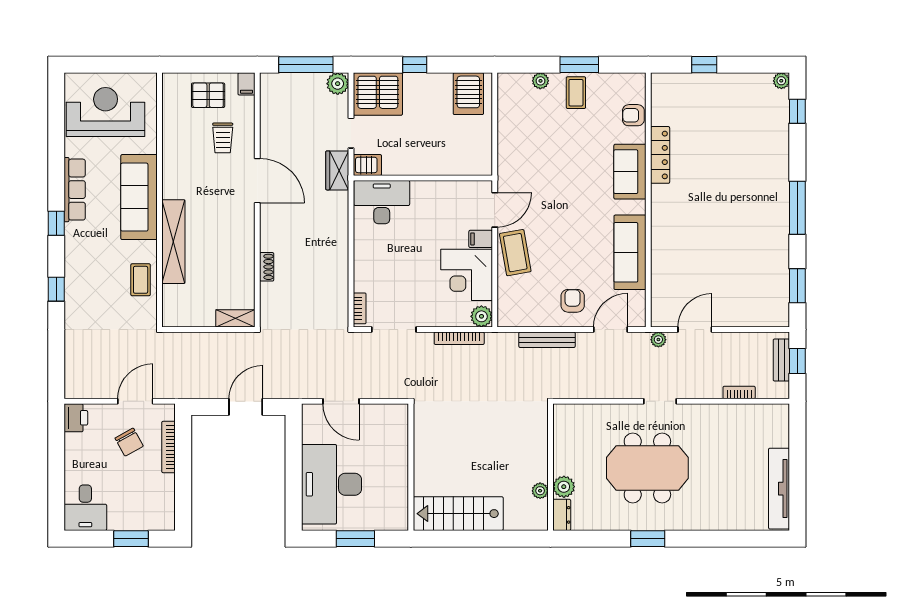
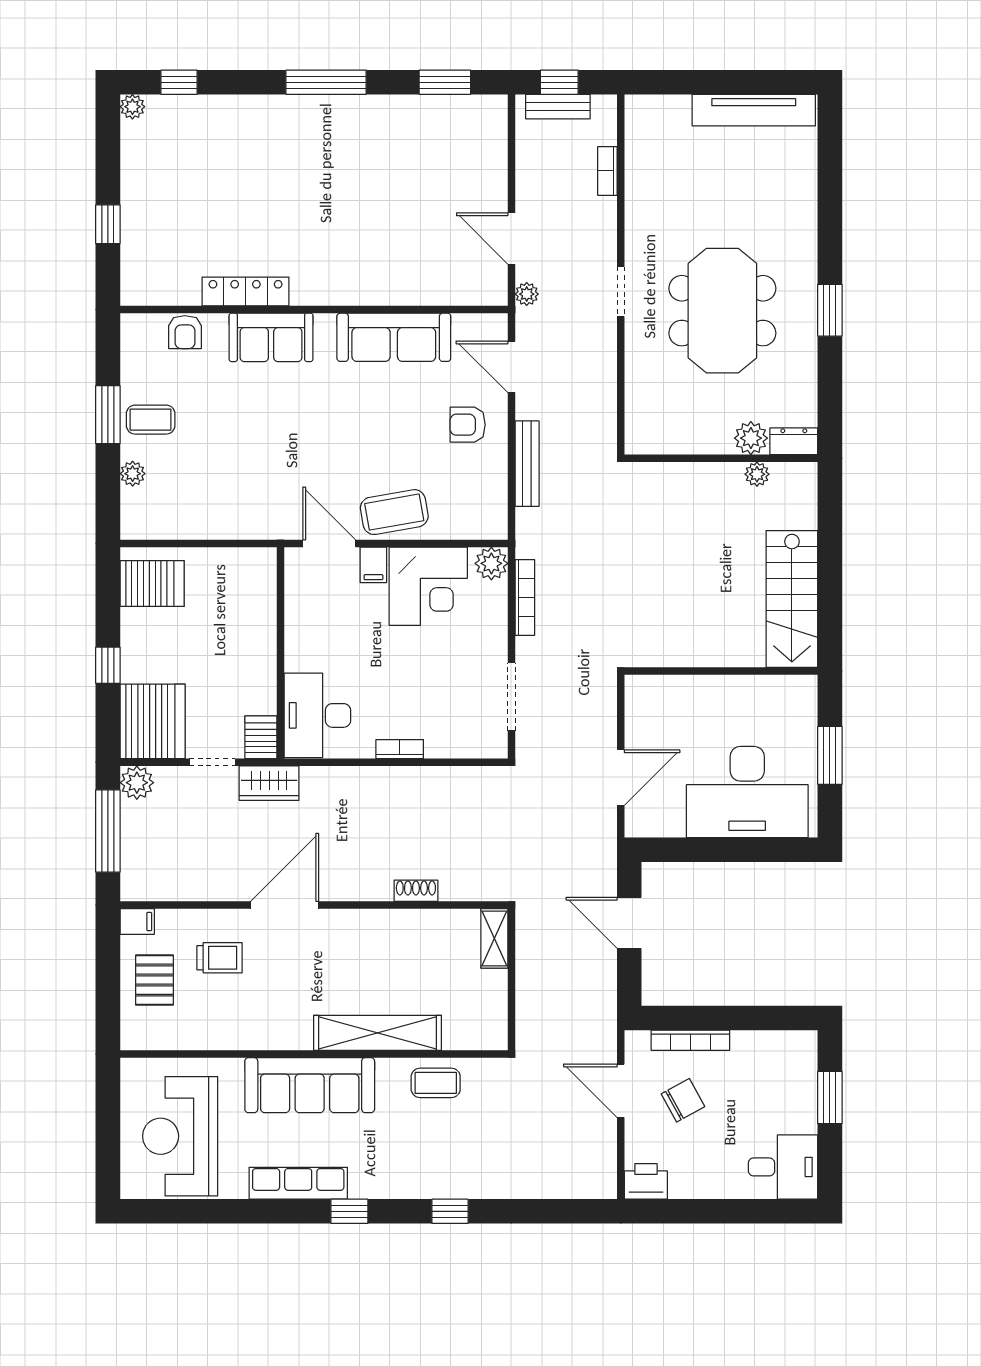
bookcase: (360, 308) -> (400, 749), moved

